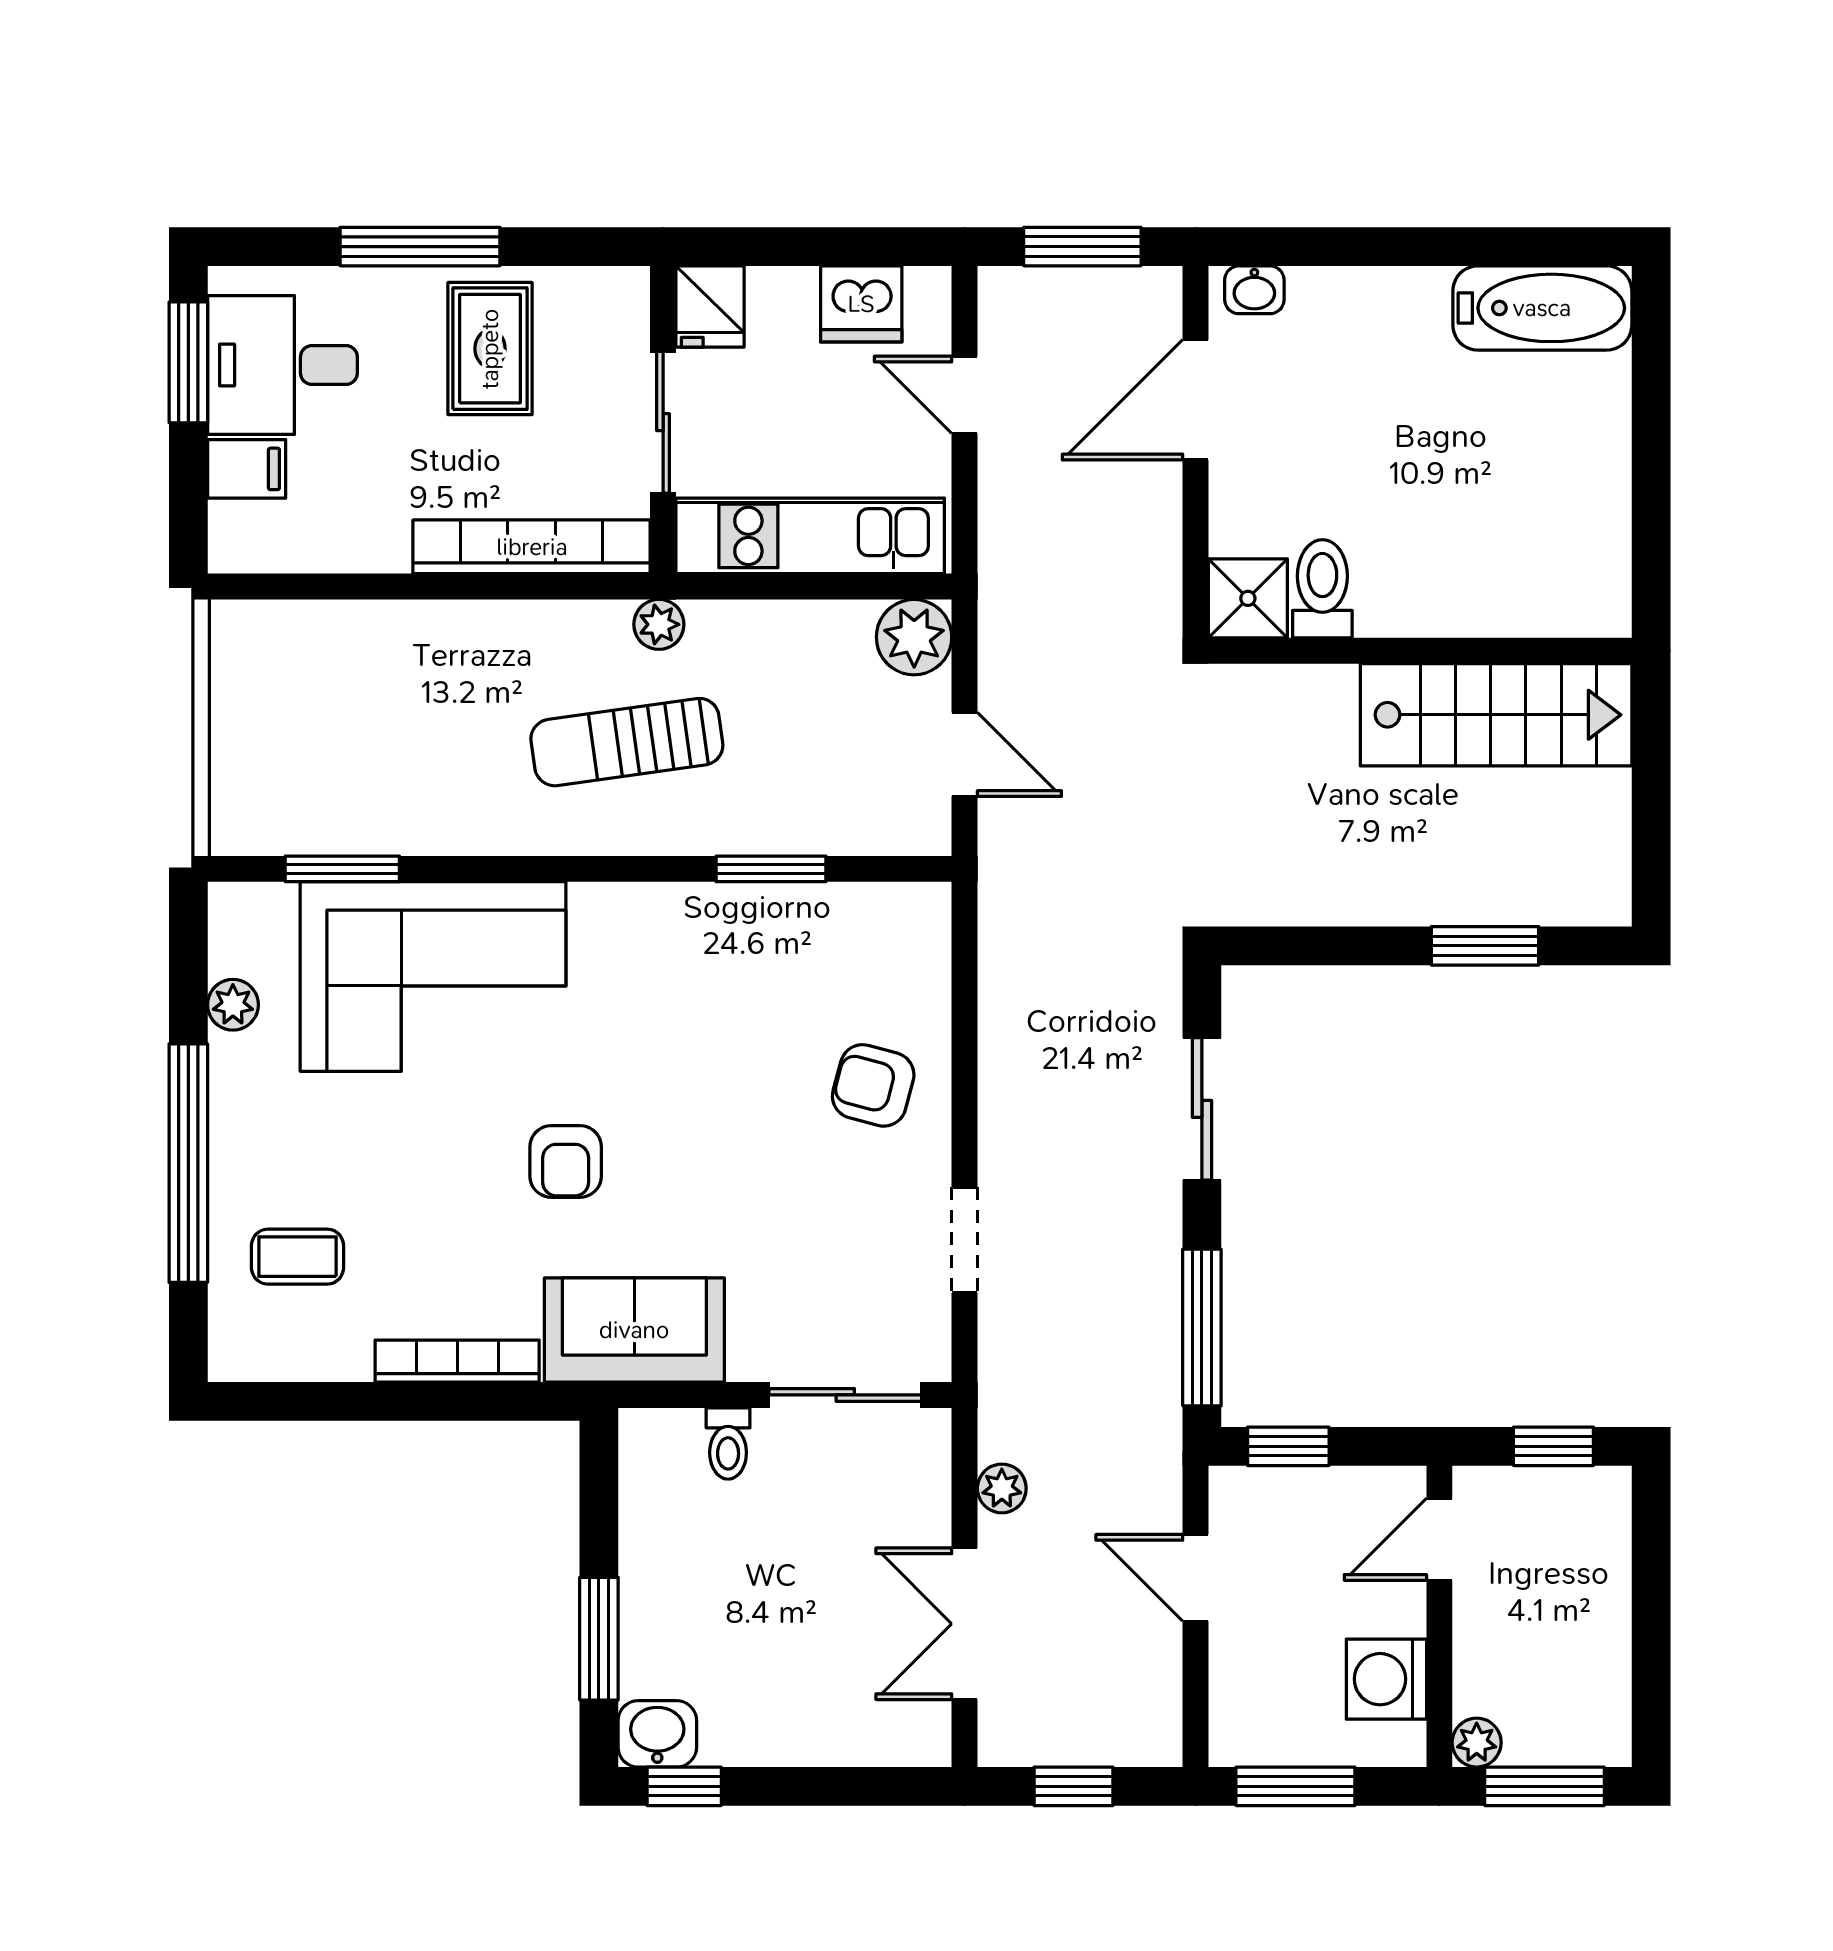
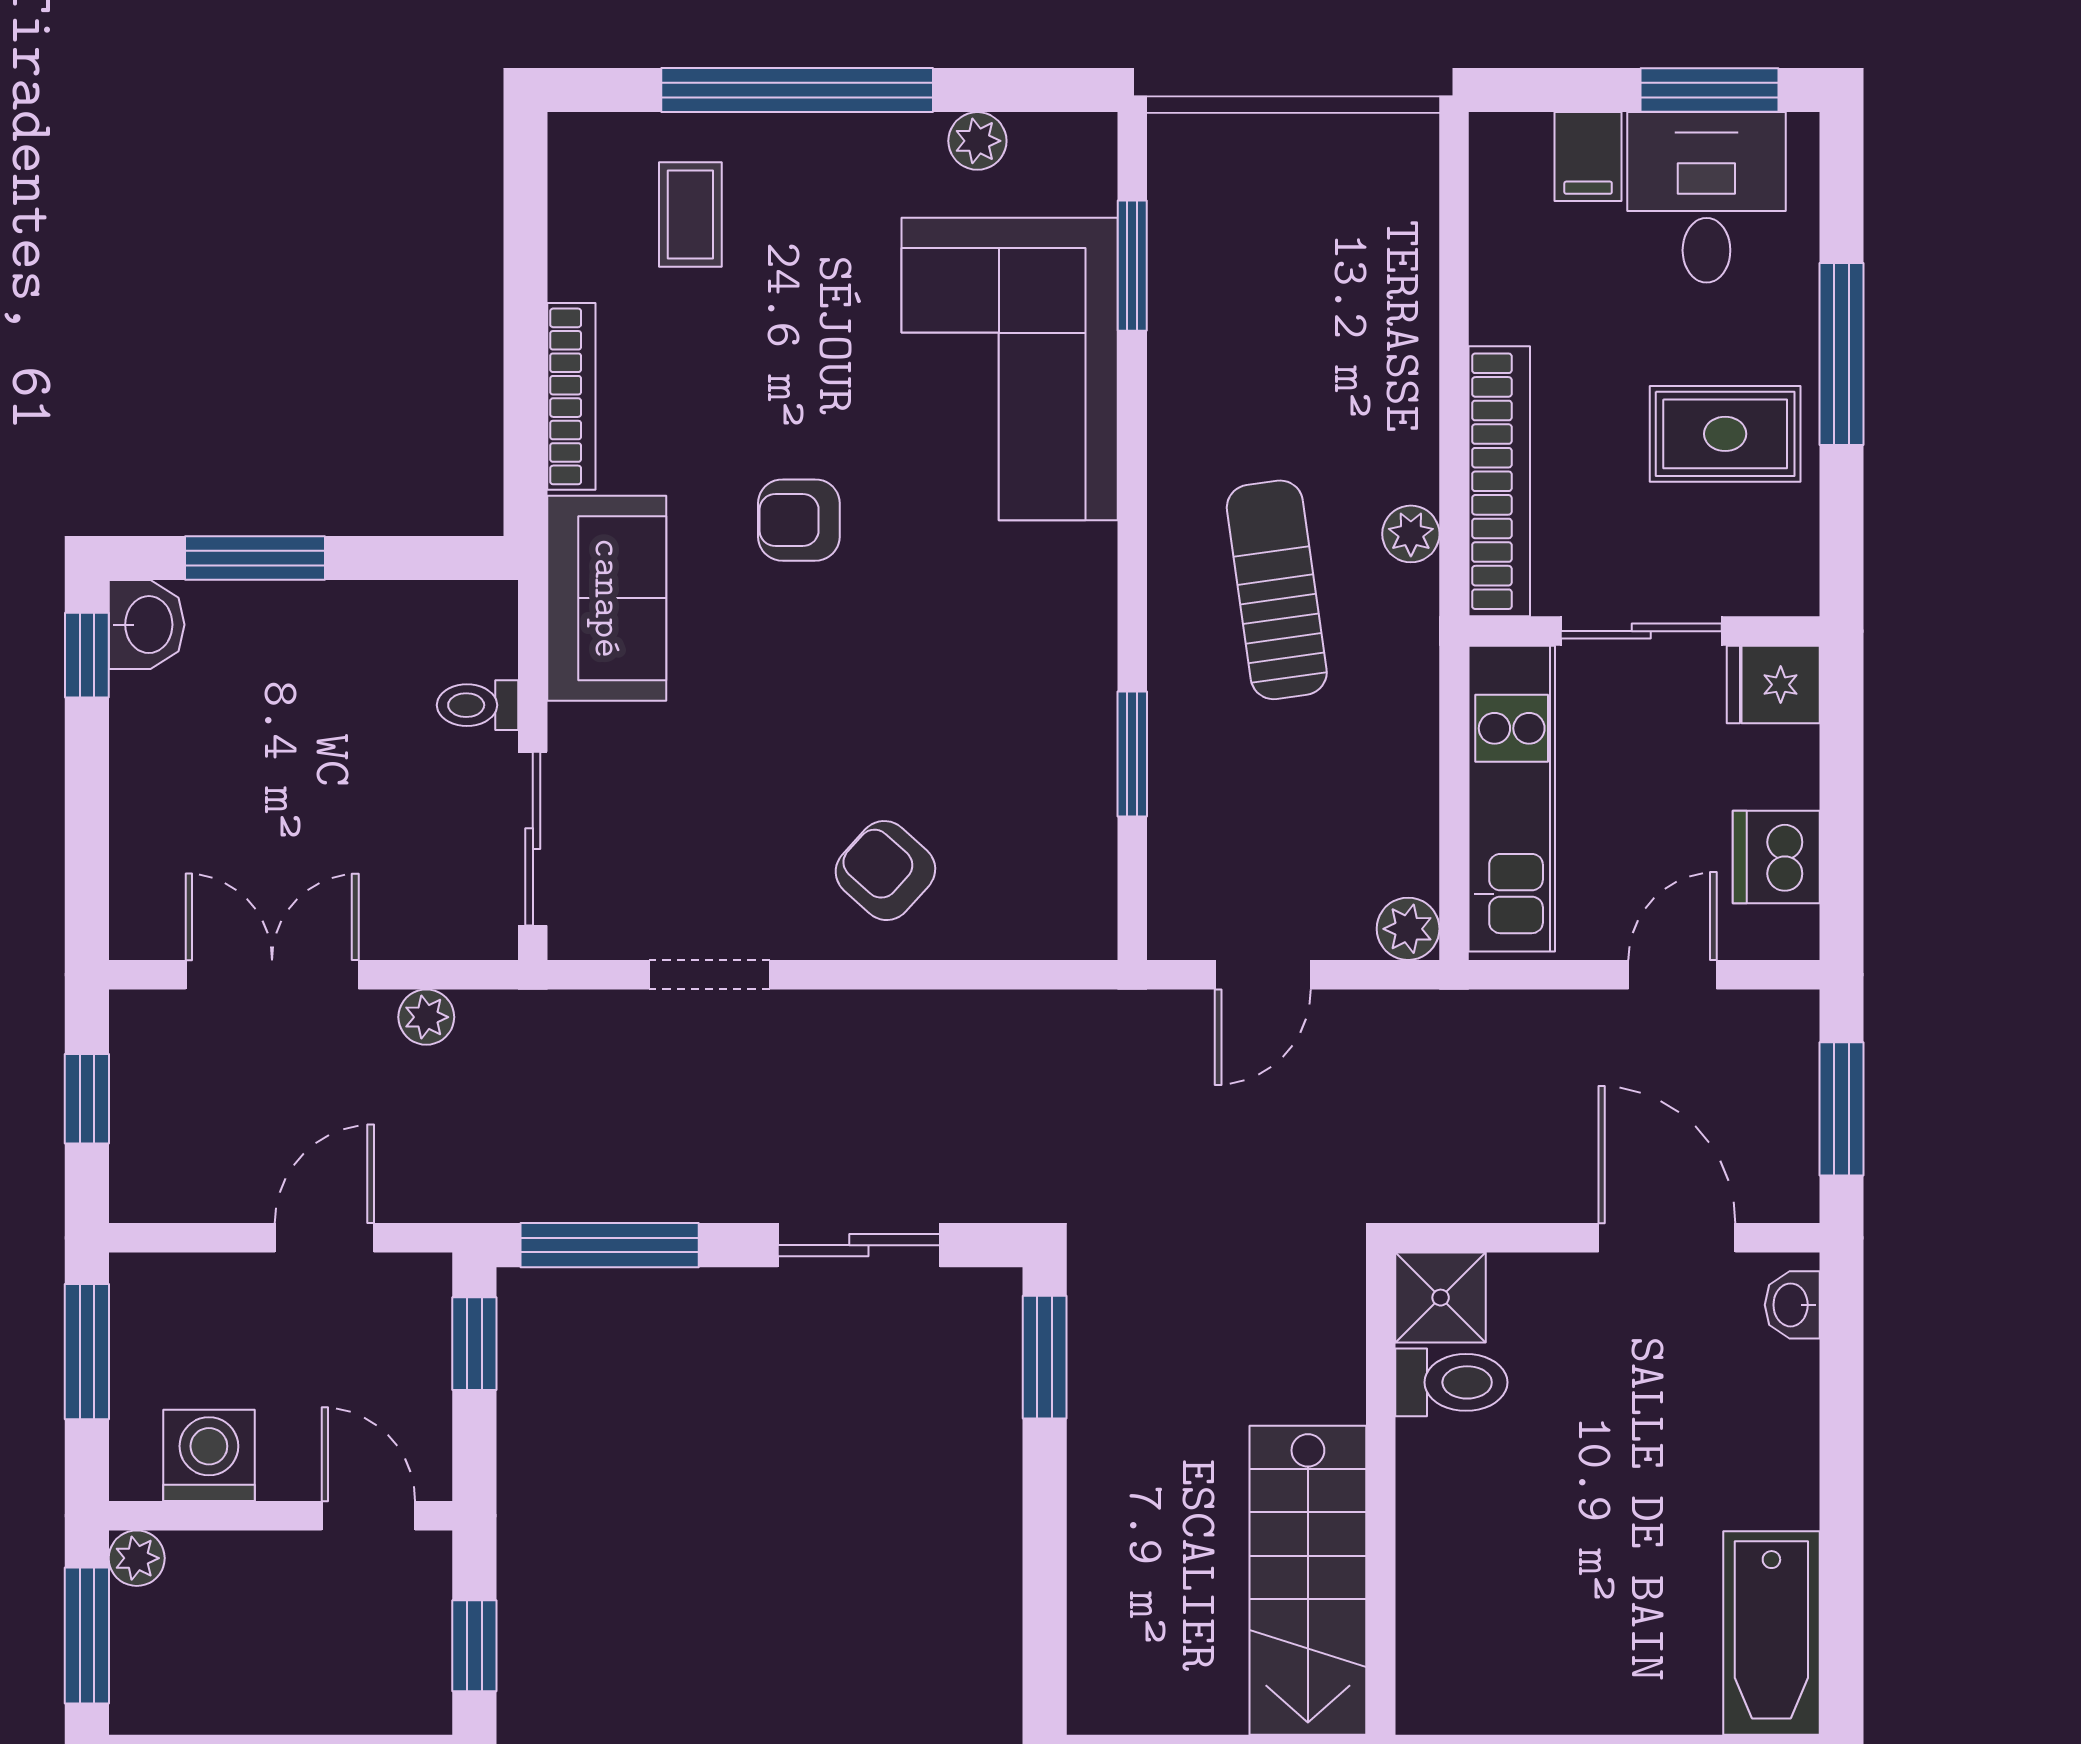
plant: (659, 624) -> (1411, 534), moved
plant: (914, 637) -> (1408, 929), width x0.73, depth x0.73
window: (1485, 946) -> (1045, 1357), moved
armchair: (873, 1085) -> (885, 871), turned -63

